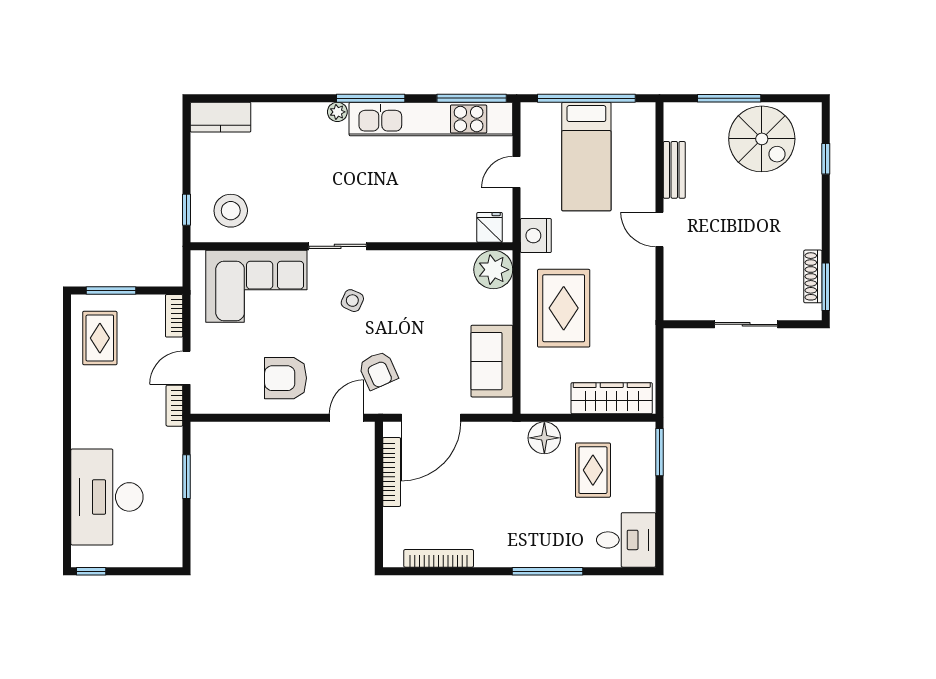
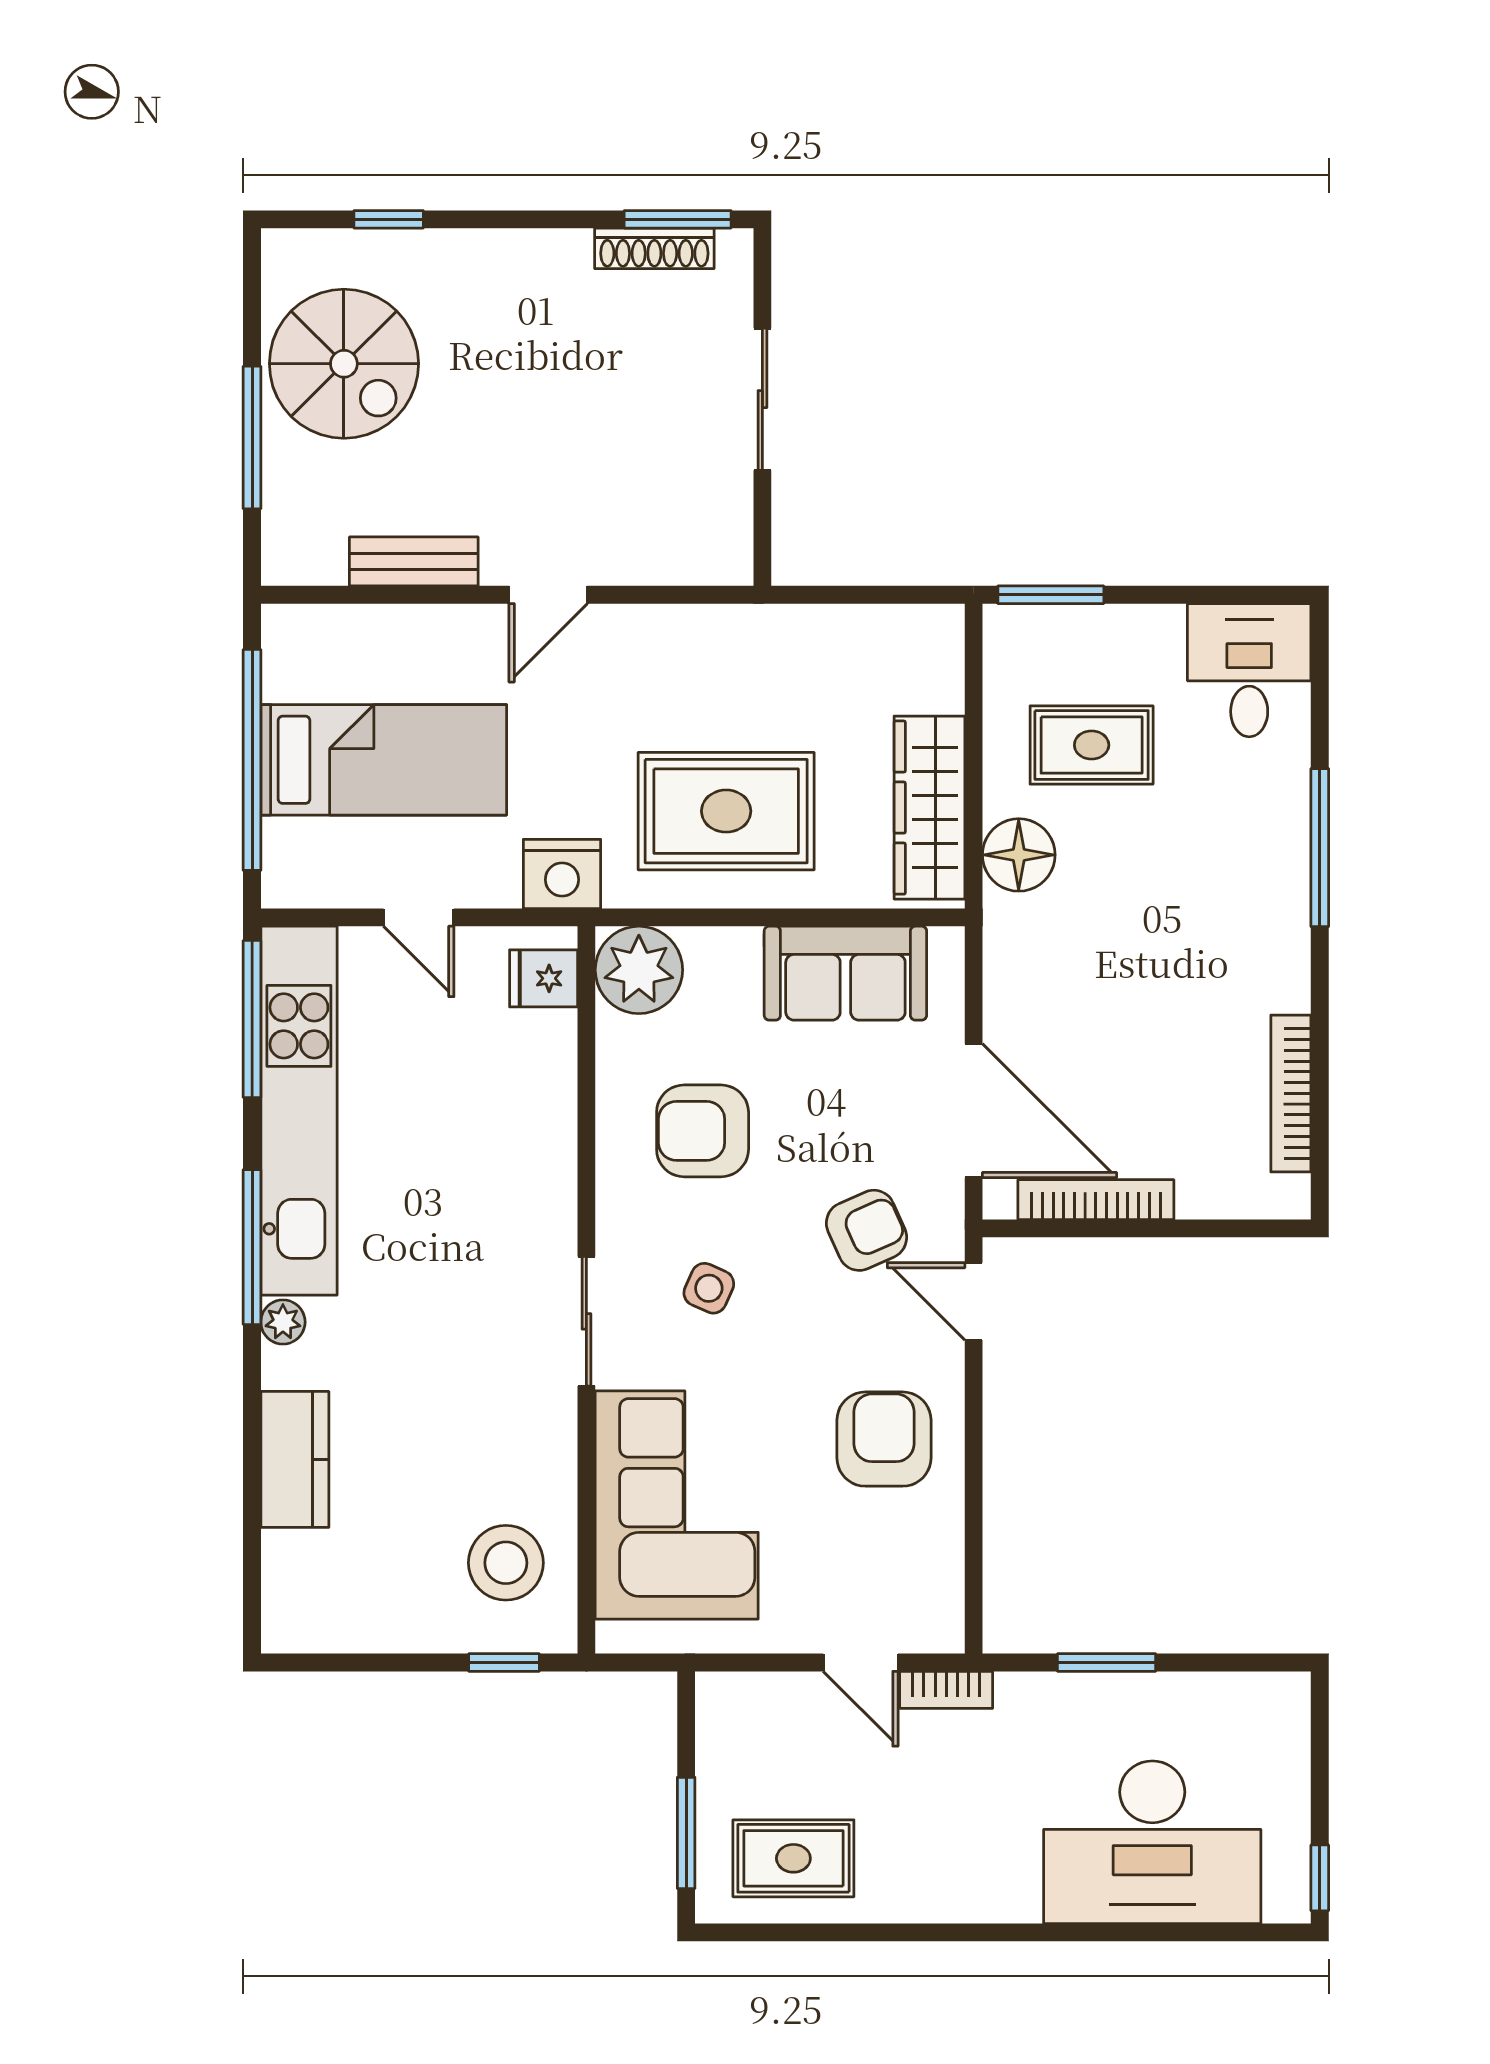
kitchen counter: (221, 117) -> (295, 1459), moved
spiral stairs: (762, 139) -> (344, 364), turned 90
armchair: (422, 298) -> (703, 1131), added
bookcase: (174, 316) -> (743, 1691), removed
armchair: (286, 378) -> (884, 1439), turned 180
wardrobe: (612, 398) -> (929, 808), moved

